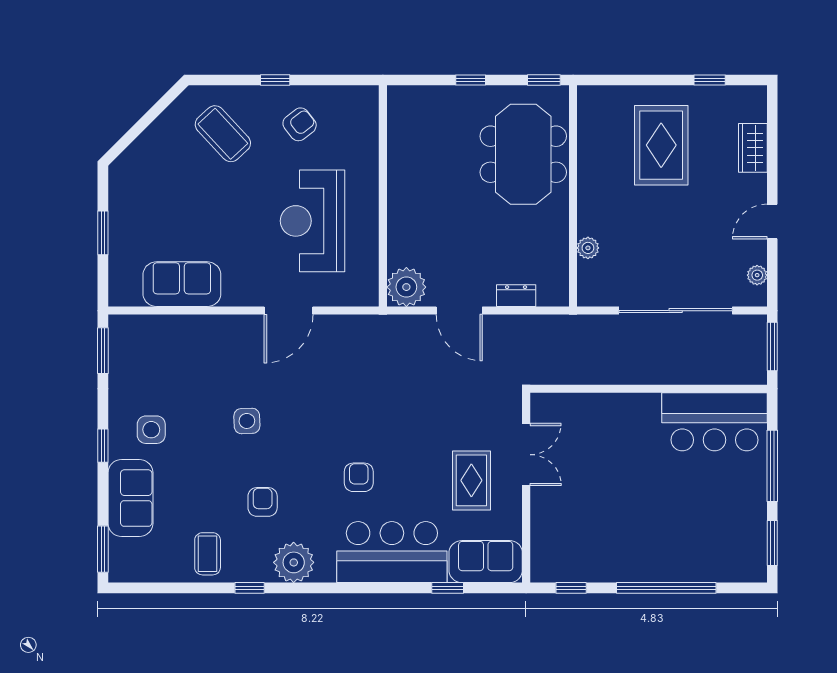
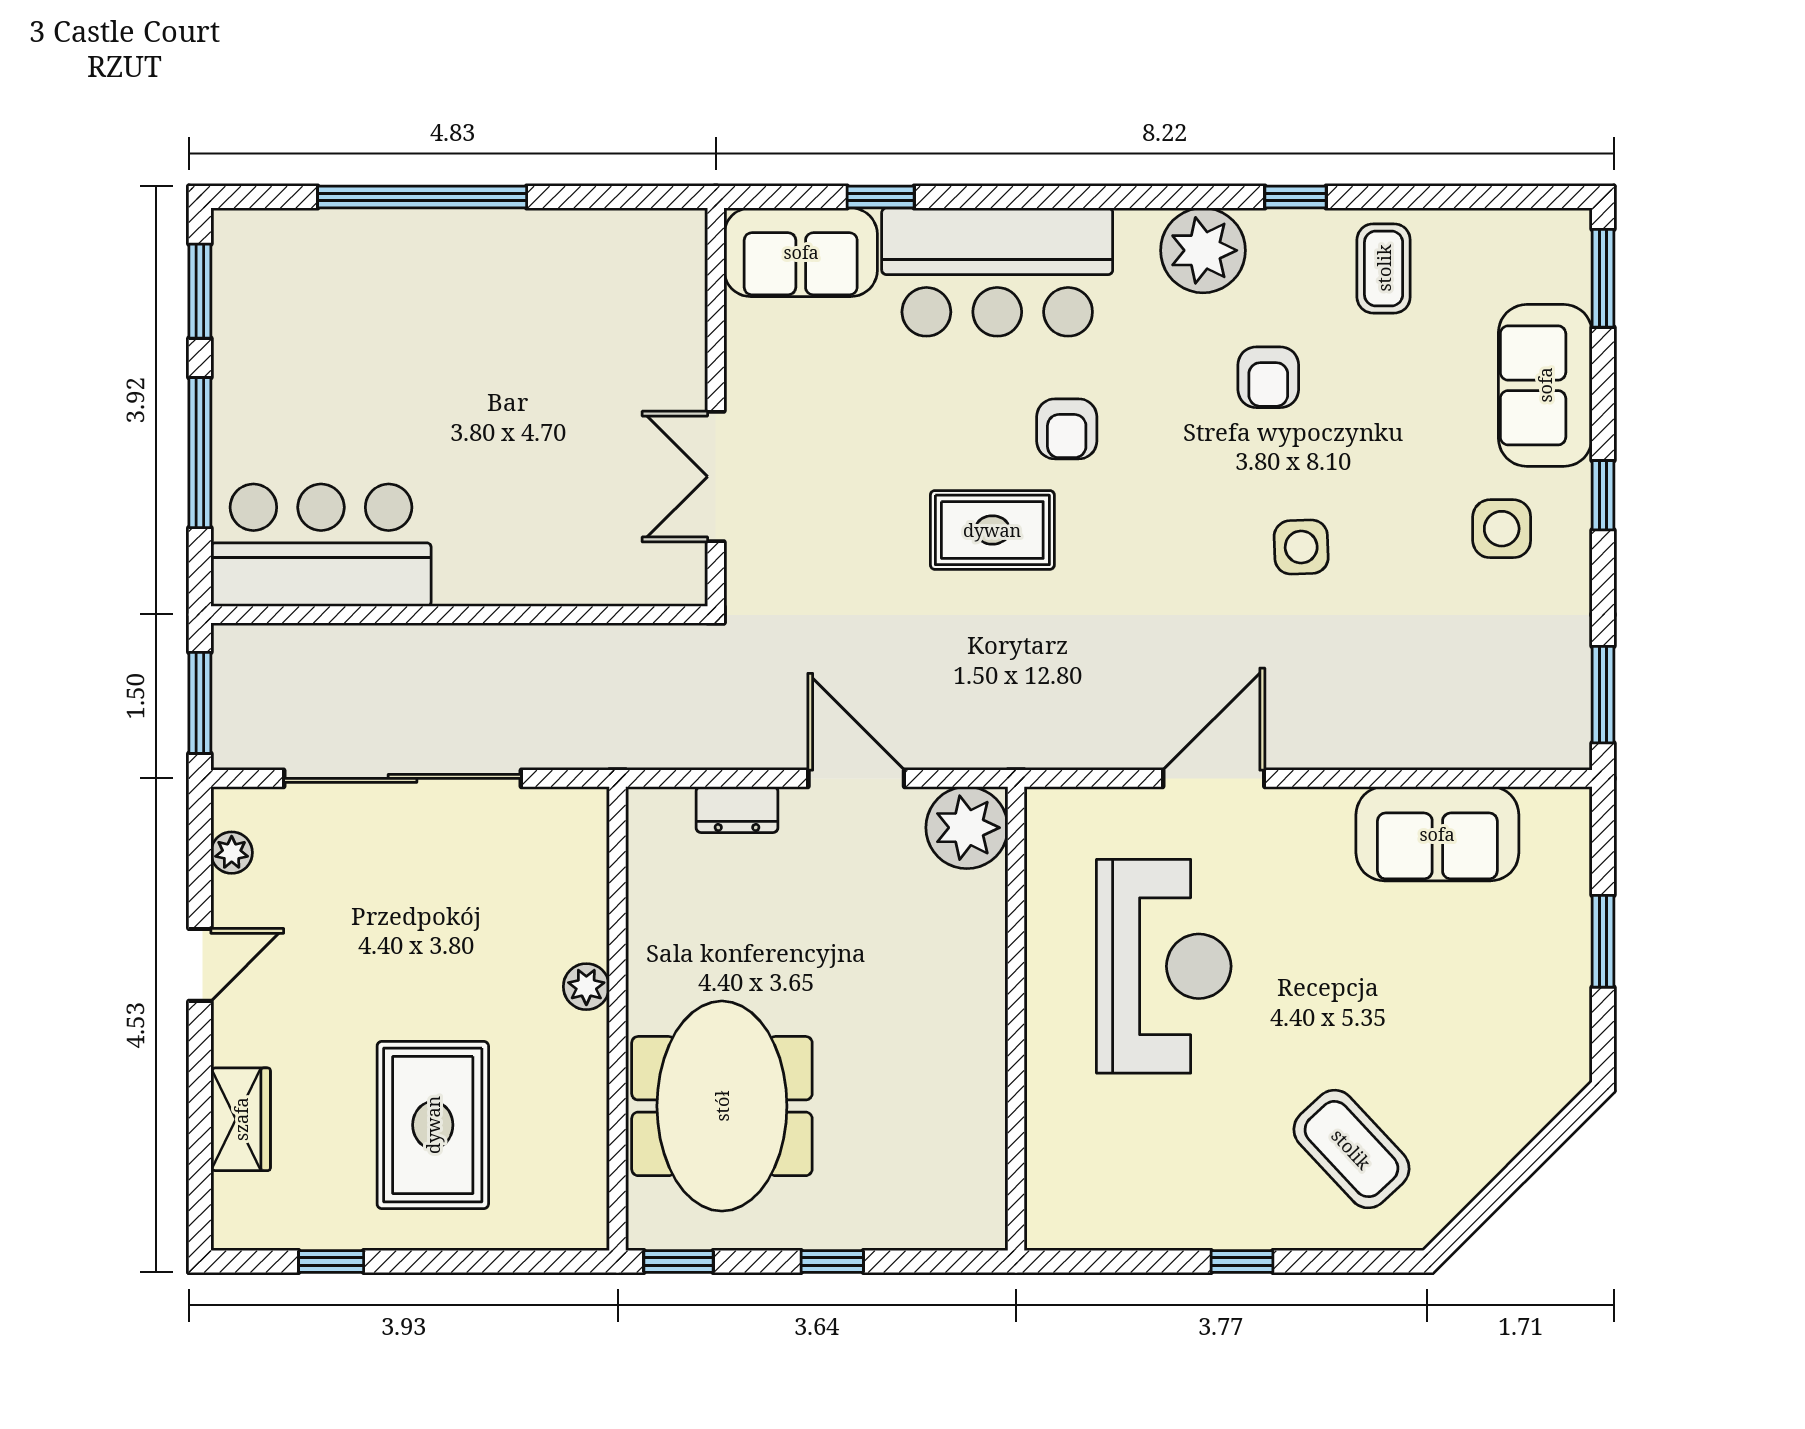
armchair: (300, 124) -> (1191, 1169), removed
plant: (588, 248) -> (586, 987), moved
rug: (471, 480) -> (992, 530), moved, turned 90
window: (571, 588) -> (621, 197), removed

